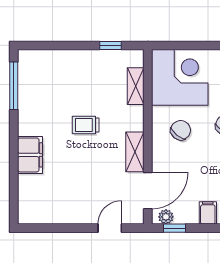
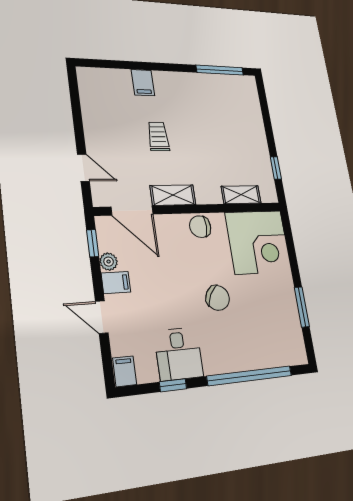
trolley: (86, 125) -> (158, 136), moved
chair: (181, 130) -> (200, 227), moved, turned 141
filing cabinet: (30, 155) -> (143, 83), width x0.50
plant: (166, 217) -> (109, 262), moved

